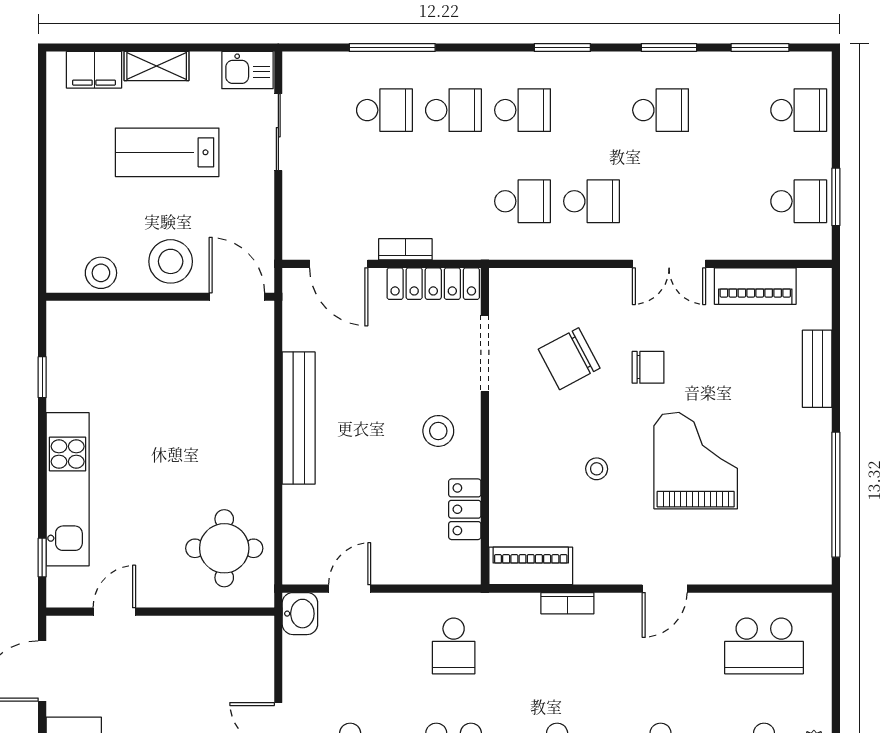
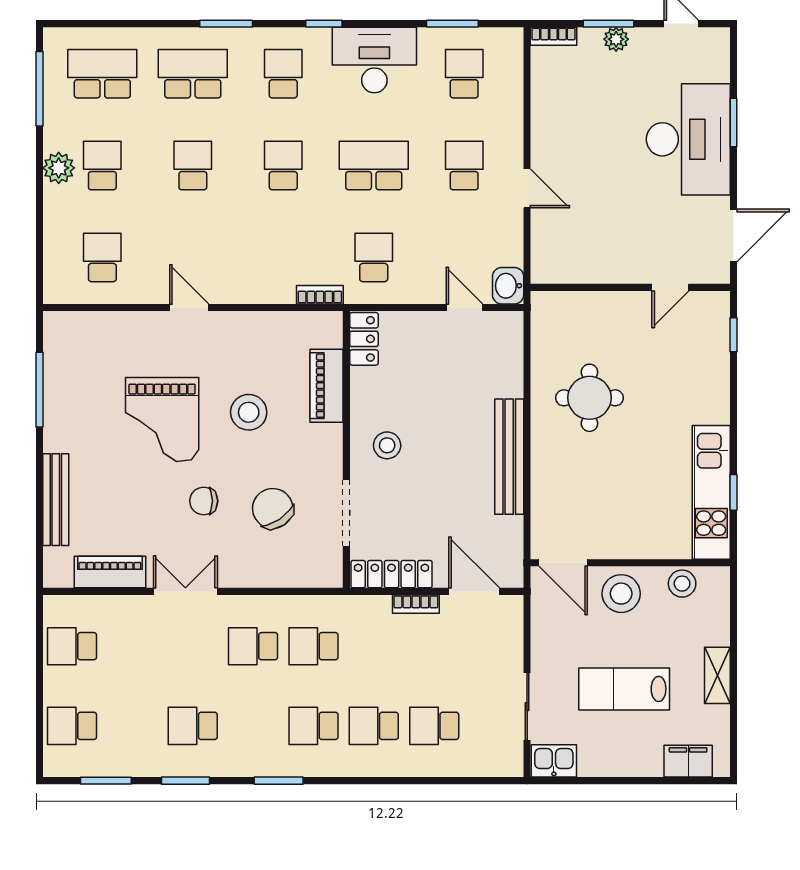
window: (392, 47) -> (427, 781), removed
shelving: (157, 66) -> (717, 675), moved, turned 90
lab bench: (167, 152) -> (624, 689), turned 180
window: (836, 197) -> (40, 650), removed
chair: (569, 359) -> (273, 509), turned -96
bench: (817, 369) -> (56, 500), width x1.36
stool: (597, 469) -> (249, 412), width x1.89, depth x1.89
kitchen unit: (68, 489) -> (711, 492), moved
window: (836, 495) -> (40, 390), width x0.68
locker: (465, 509) -> (364, 339), moved
round table: (224, 548) -> (589, 398), moved
piano: (531, 566) -> (327, 386), moved, turned 90
door: (350, 589) -> (465, 307), swing flipped
door: (665, 589) -> (189, 307), hinge flipped
bookcase: (567, 603) -> (320, 295), moved
school desk: (764, 646) -> (102, 257), width x0.54

